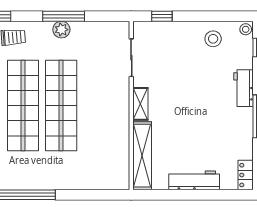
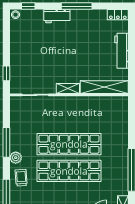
plant: (61, 30) -> (16, 158), moved
stool: (213, 39) -> (22, 37), removed

